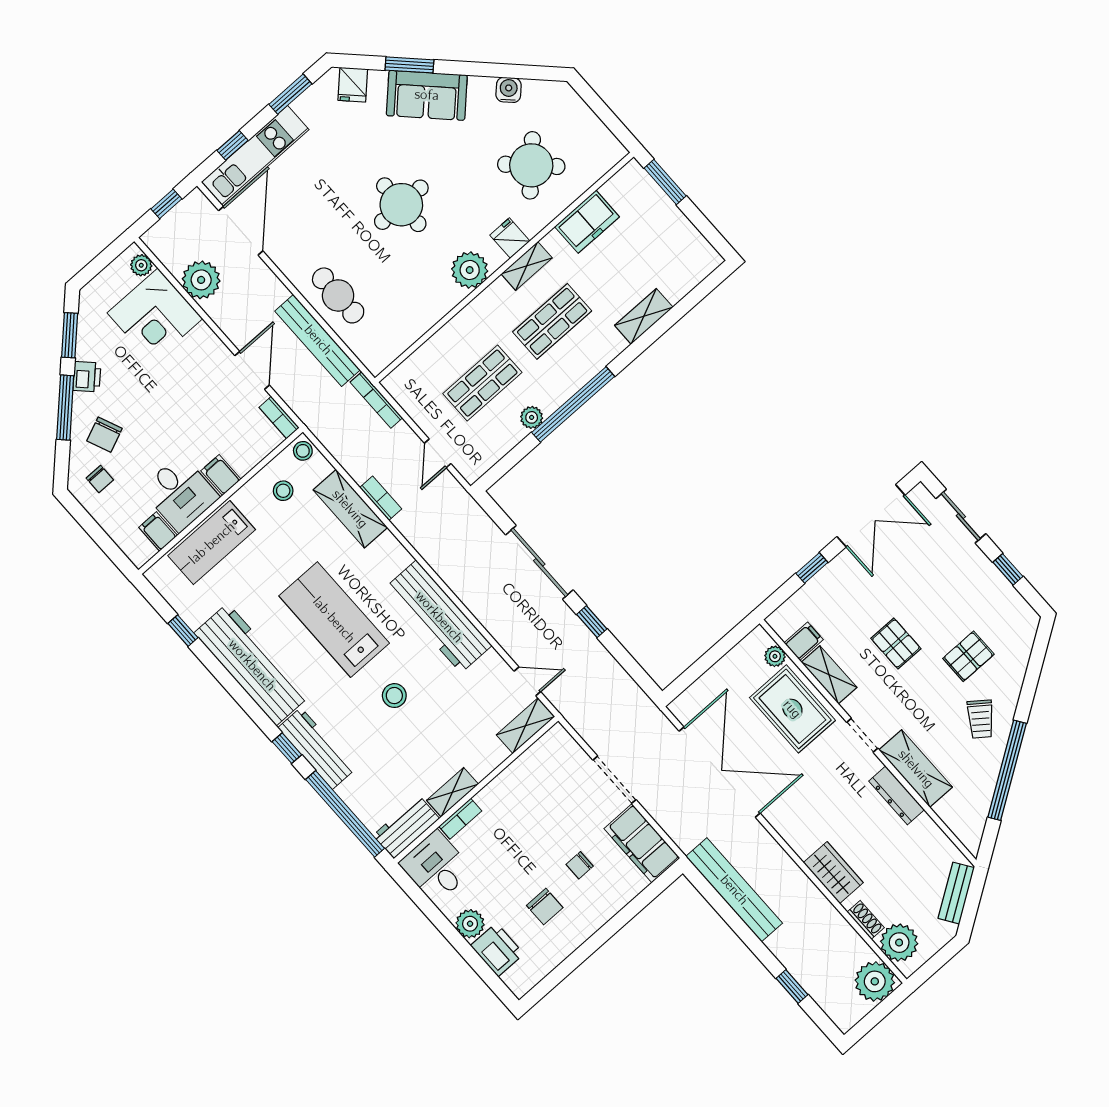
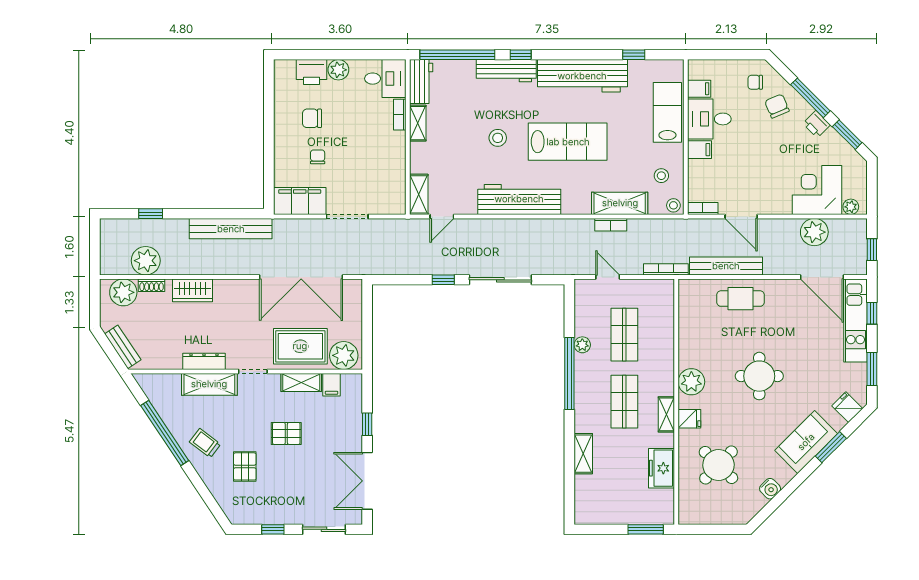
plant: (775, 656) -> (344, 355), width x1.88, depth x1.88
plant: (875, 981) -> (146, 261), moved

